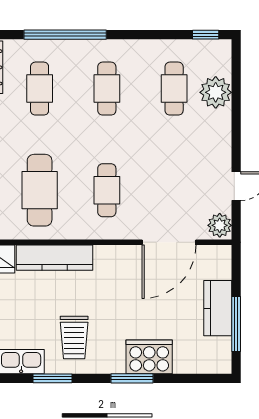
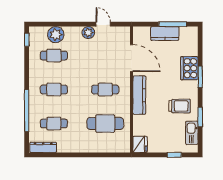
plant: (220, 225) -> (88, 33), moved
kitchen counter: (55, 258) -> (139, 95), moved

